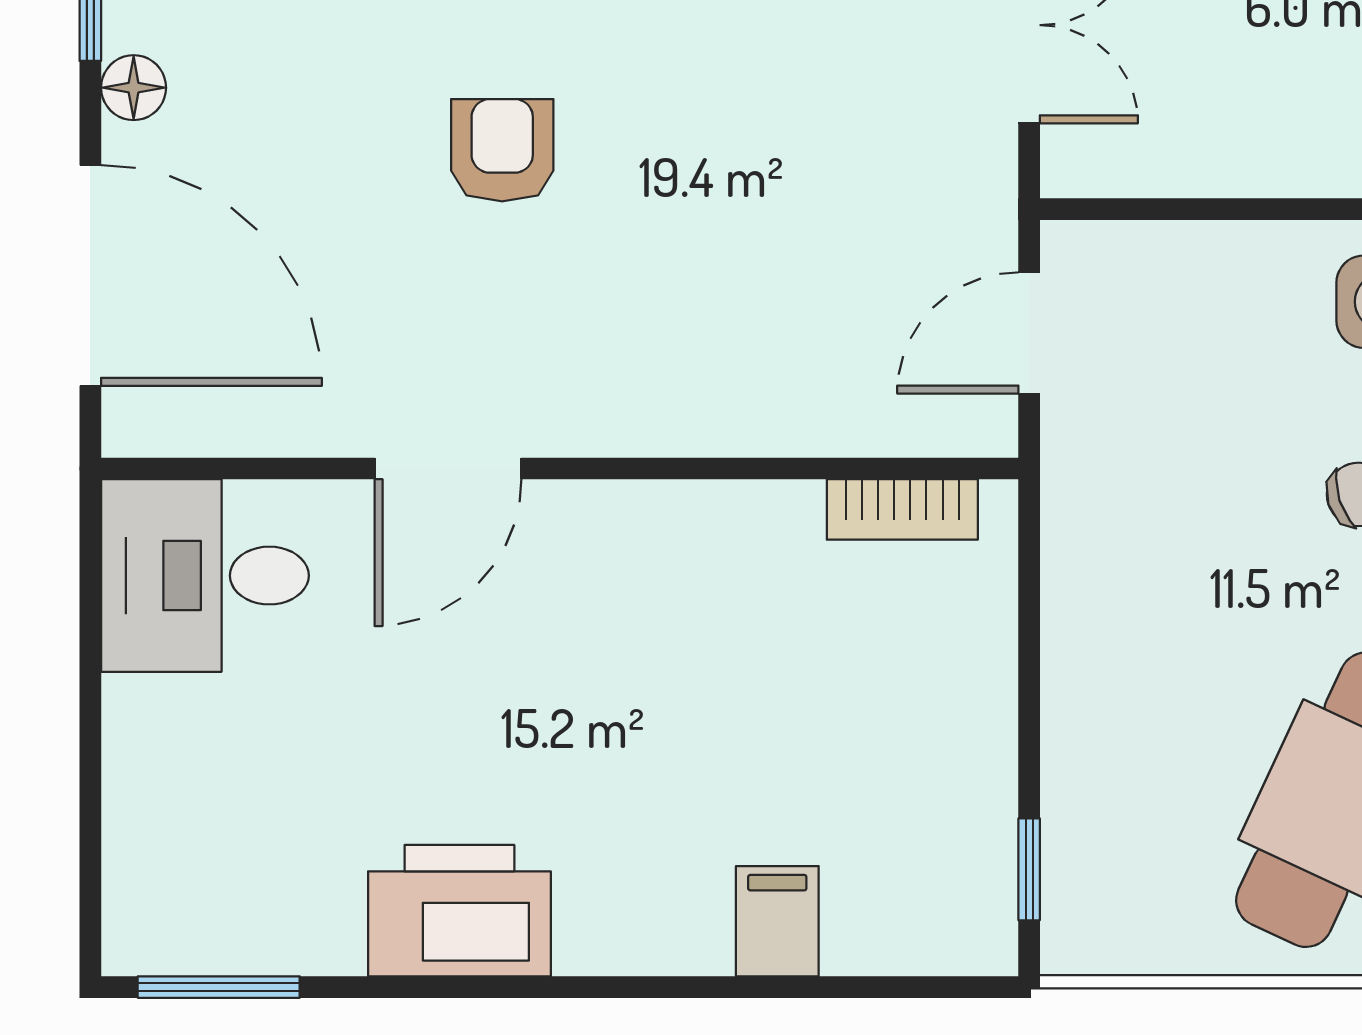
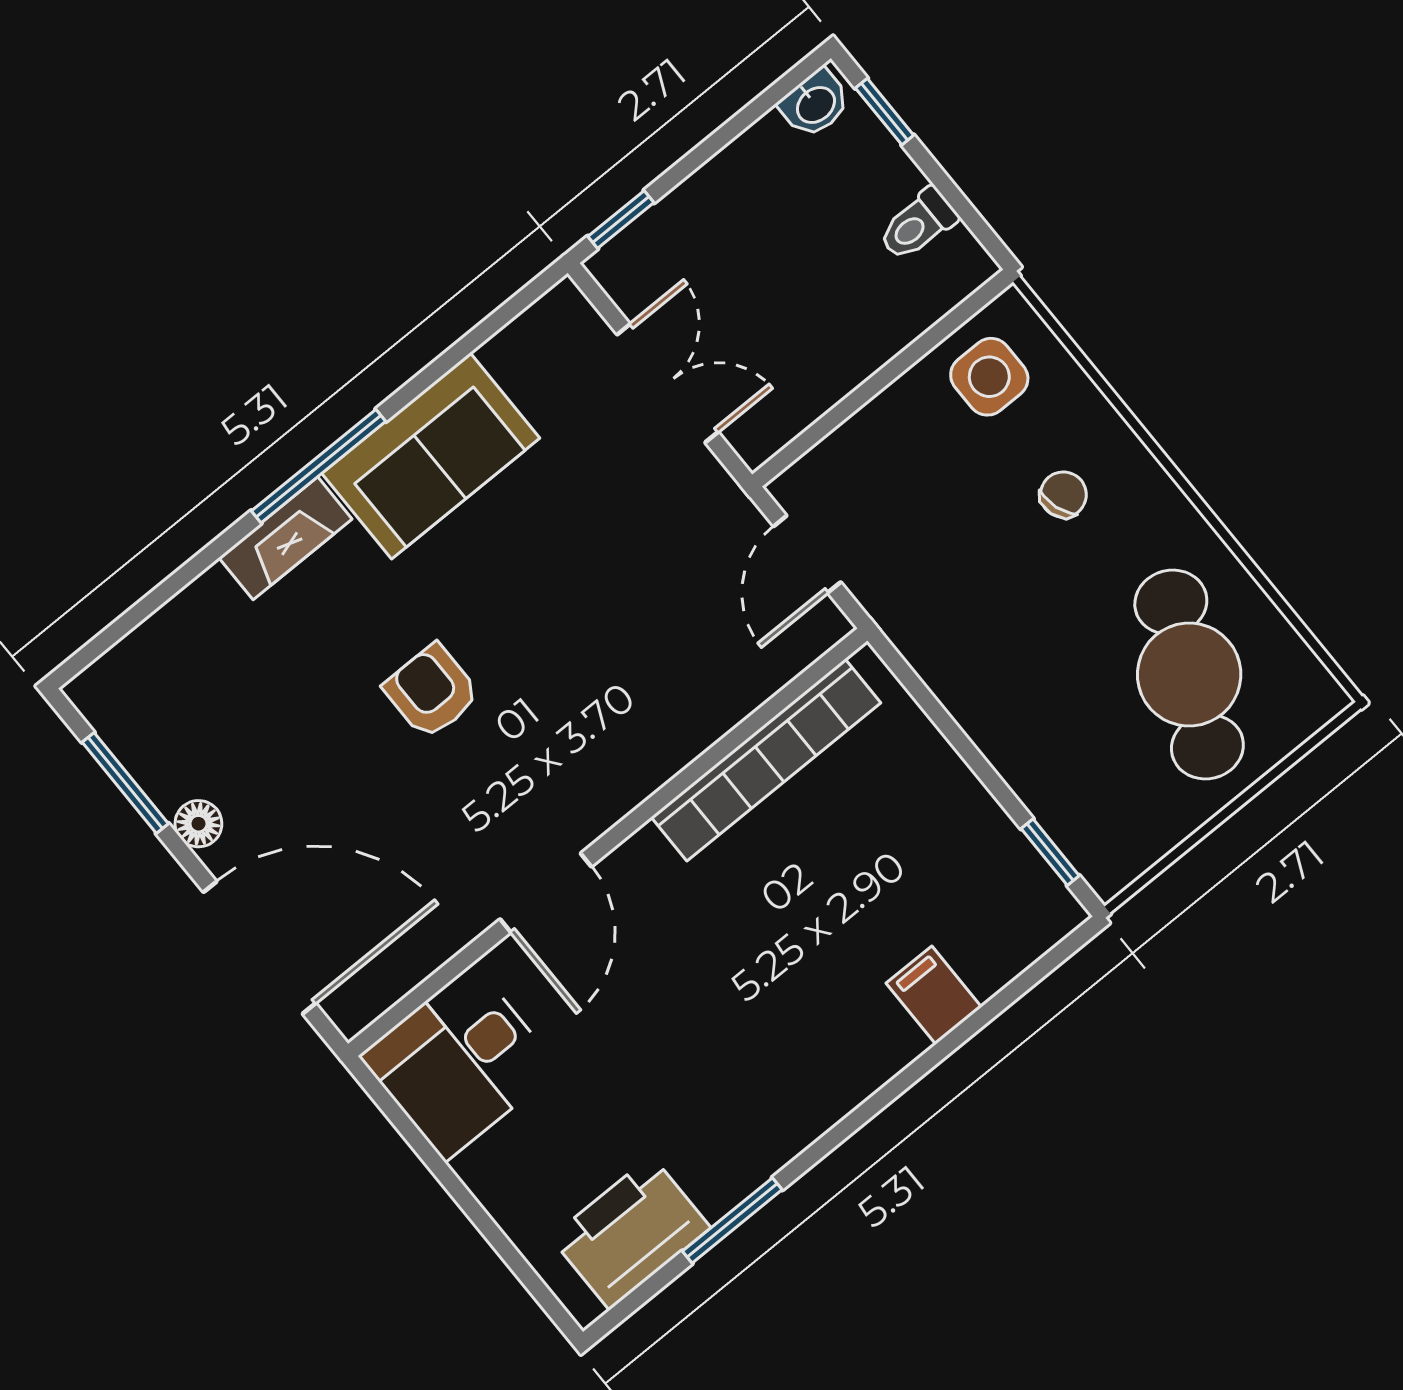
bookcase: (902, 509) -> (766, 760), width x2.31, depth x1.31
printer: (459, 911) -> (631, 1233), moved
window: (219, 987) -> (732, 1220), moved

